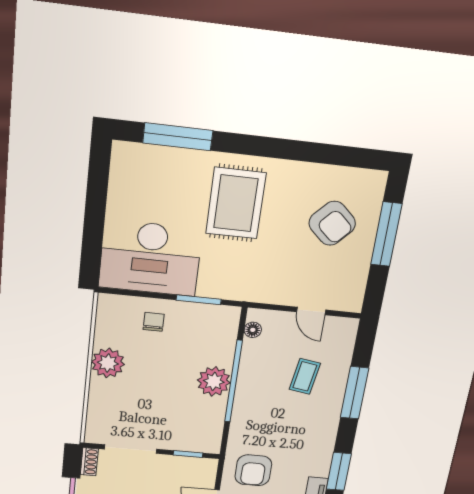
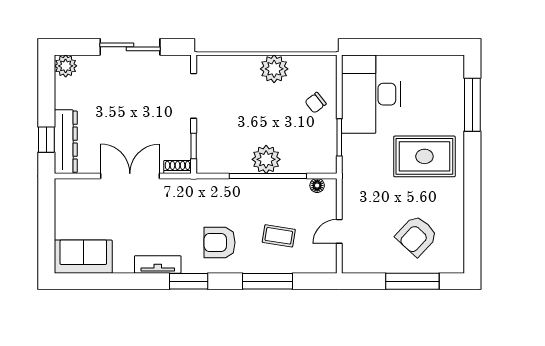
chair: (154, 322) -> (316, 103), turned 142
shoe rack: (89, 462) -> (178, 167), moved, turned 180
armchair: (253, 470) -> (220, 243), moved

